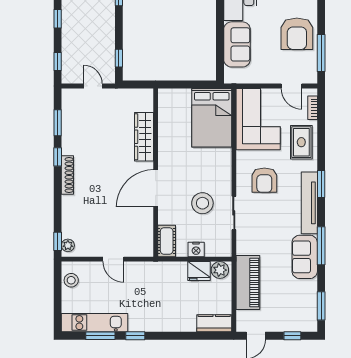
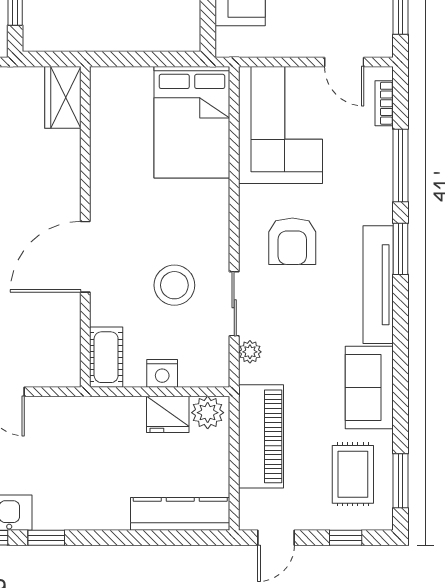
wardrobe: (144, 137) -> (63, 97), moved, width x0.67
rug: (301, 142) -> (353, 474), moved
plant: (242, 238) -> (250, 352), added
window: (321, 246) -> (401, 165), moved
kitchen counter: (214, 323) -> (180, 514), width x1.50

